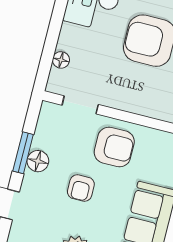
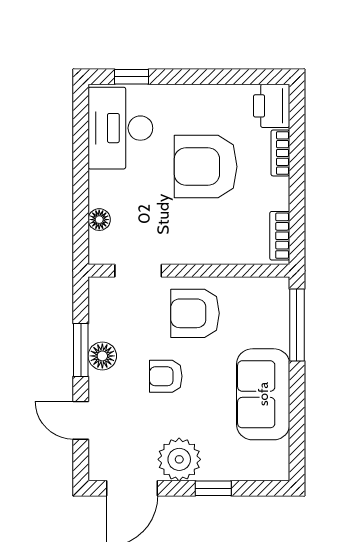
armchair: (114, 147) -> (195, 313), turned 180
armchair: (81, 188) -> (166, 376), turned 90

